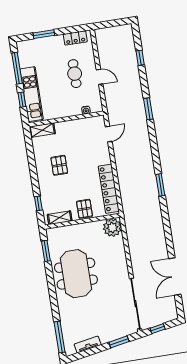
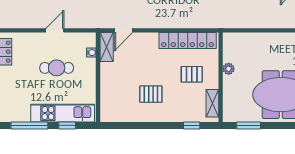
cafe table: (75, 74) -> (57, 68), moved
shelving: (42, 130) -> (107, 47), moved
door: (109, 134) -> (123, 30), swing flipped
pallet: (85, 209) -> (192, 74), moved
plant: (112, 228) -> (229, 69), moved, width x0.53, depth x0.53

